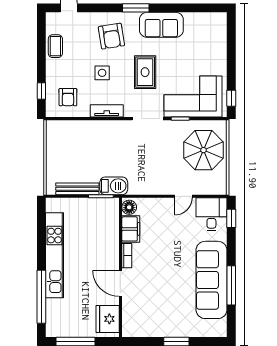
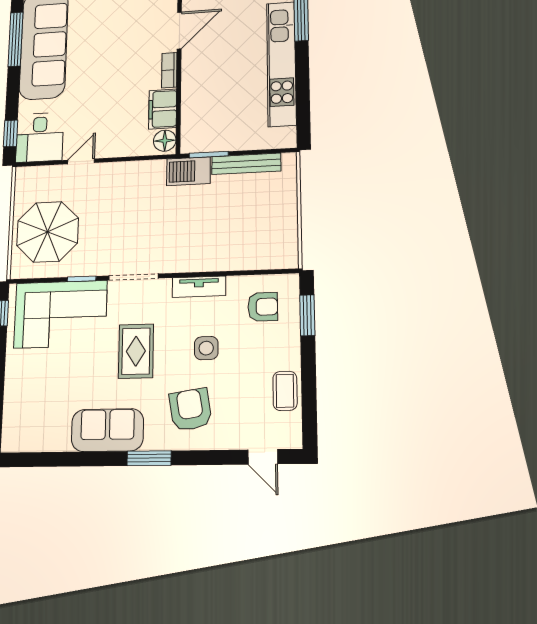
window: (41, 91) -> (307, 315), width x1.50
armchair: (68, 97) -> (263, 307), turned 90
door: (120, 283) -> (179, 30), hinge flipped

